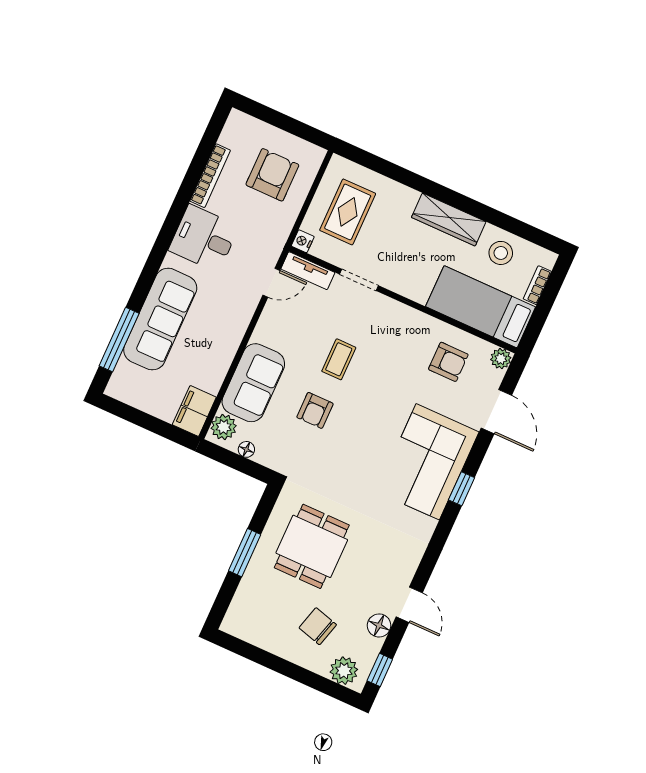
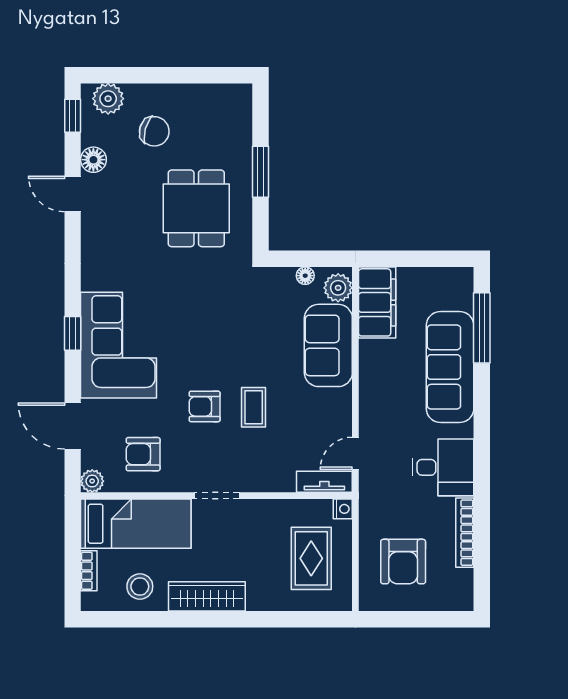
doorway: (359, 280) -> (217, 496), moved
armchair: (315, 410) -> (205, 406), moved, turned -90
filing cabinet: (194, 411) -> (377, 302), width x1.50, depth x1.17

